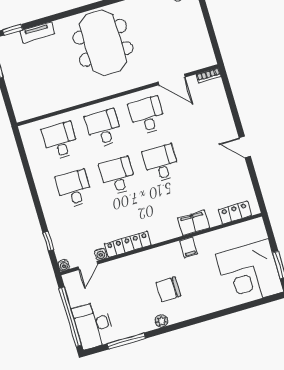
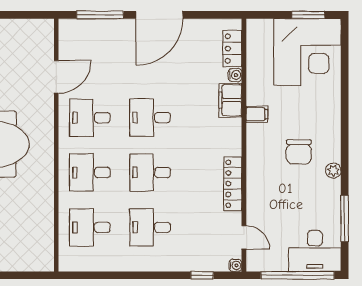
bookcase: (209, 75) -> (64, 33), removed
window: (231, 100) -> (100, 15), added
door: (245, 147) -> (159, 15), width x1.88
water cooler: (101, 254) -> (235, 75), moved

